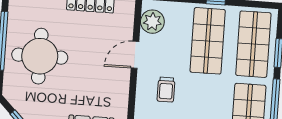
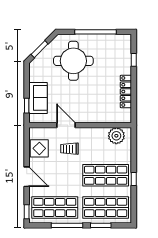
door: (135, 55) -> (66, 125), moved
round table: (40, 56) -> (73, 61), moved

